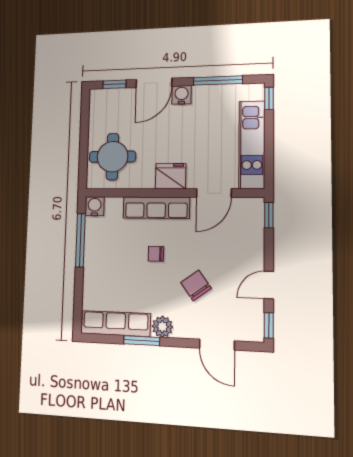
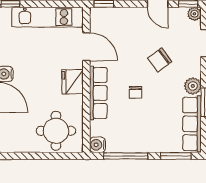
window: (78, 302) -> (176, 156), added
plant: (255, 333) -> (194, 14), added

